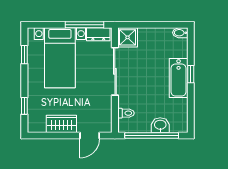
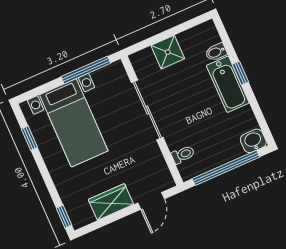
bidet: (180, 33) -> (216, 52), moved
dresser: (98, 34) -> (108, 74), removed
shower: (128, 37) -> (168, 52), moved
window: (24, 106) -> (64, 217), moved
washbasin: (160, 125) -> (253, 141), moved

